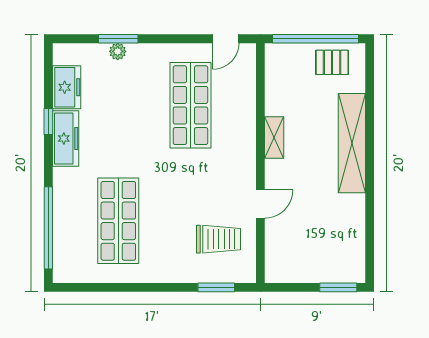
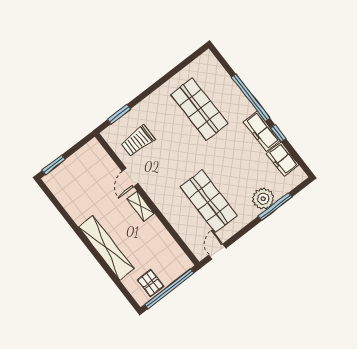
window: (118, 39) -> (275, 207), width x1.44
plant: (118, 51) -> (263, 199), width x1.88, depth x1.88
pallet: (332, 62) -> (151, 283), turned 90
shelving: (274, 138) -> (141, 206), moved
window: (48, 228) -> (251, 98), moved

